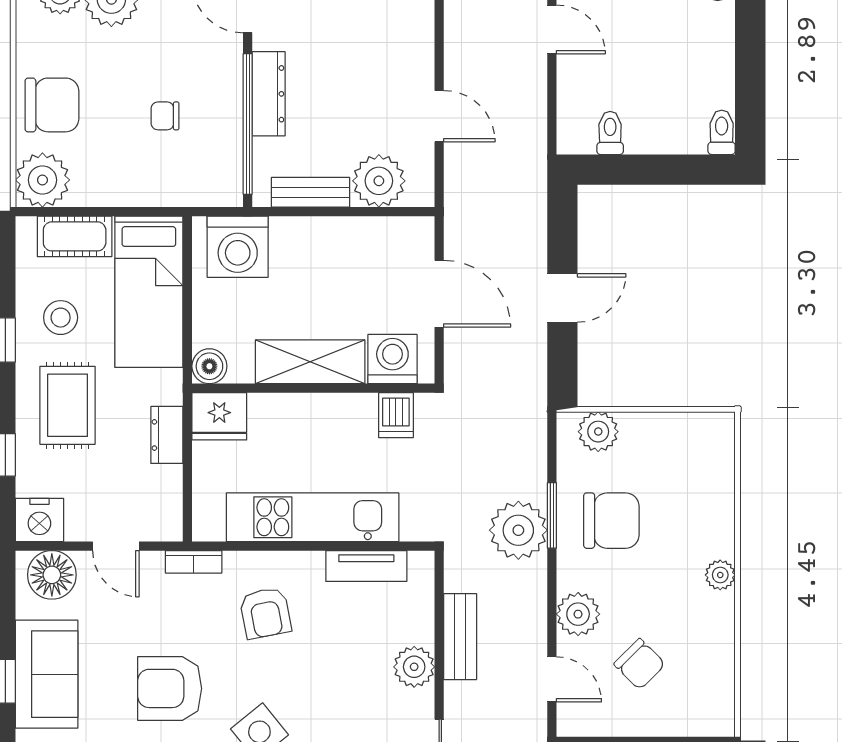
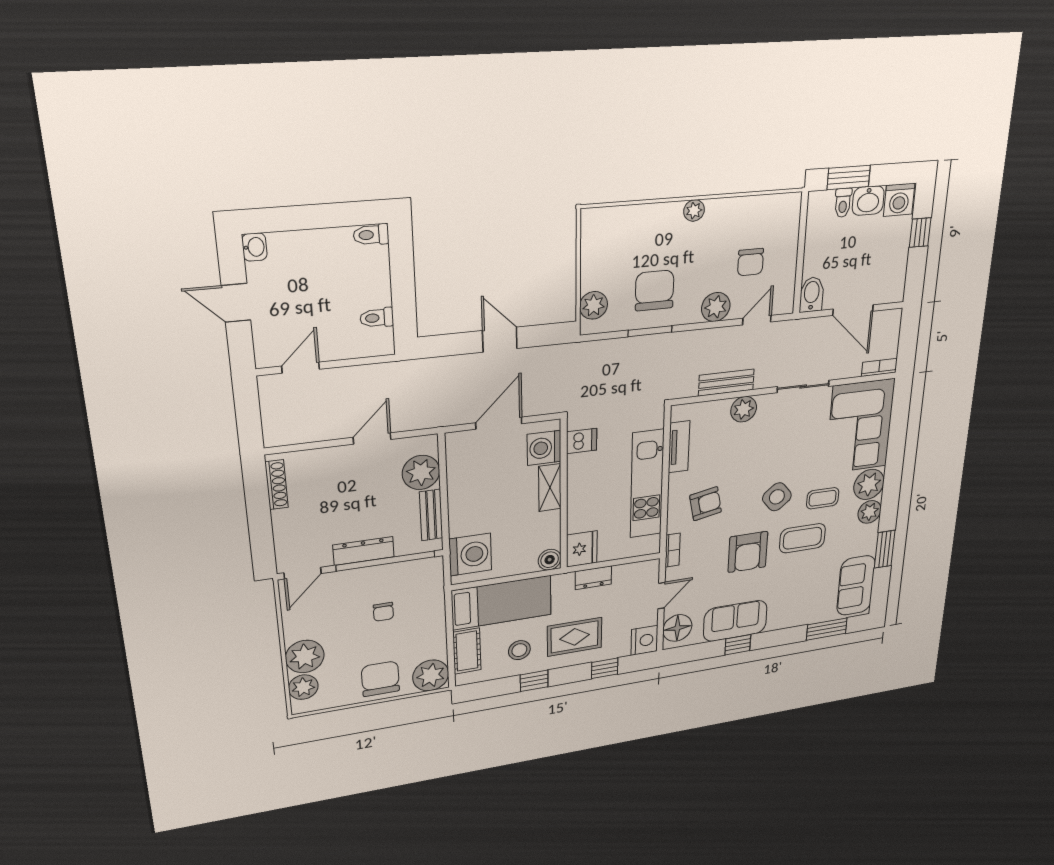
shelving: (310, 362) -> (550, 488), width x0.67, depth x0.75
plant: (518, 530) -> (659, 353), removed
chair: (640, 664) -> (751, 262), turned 135

